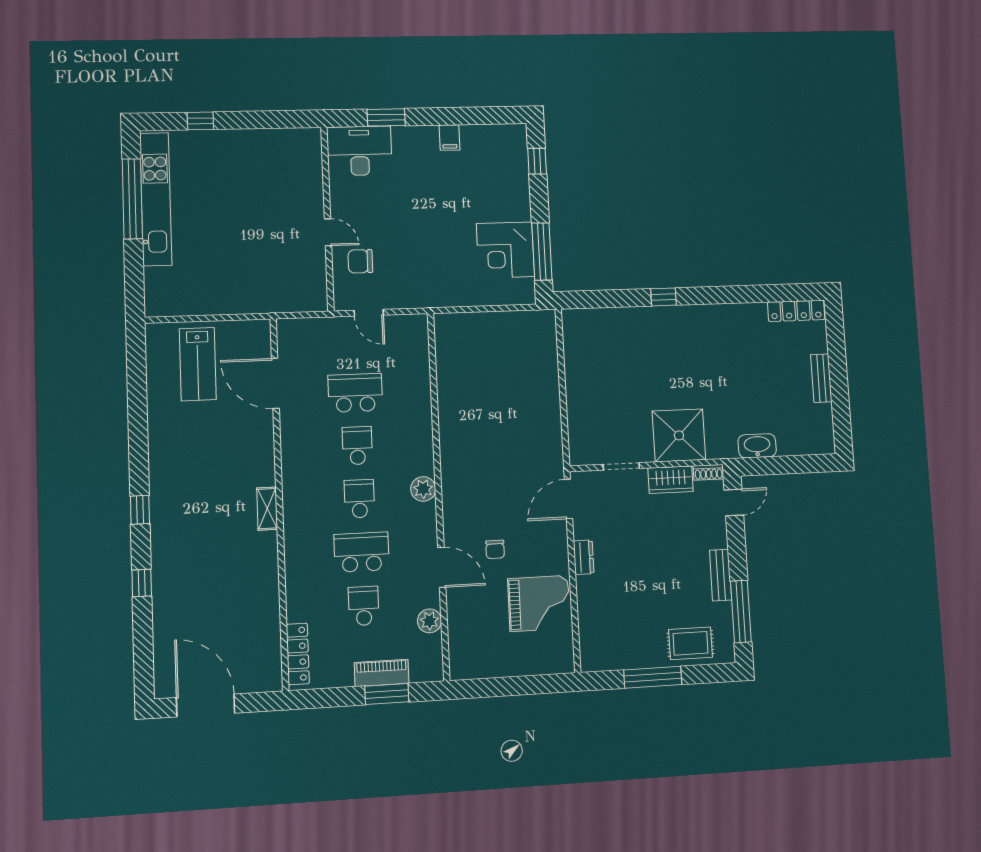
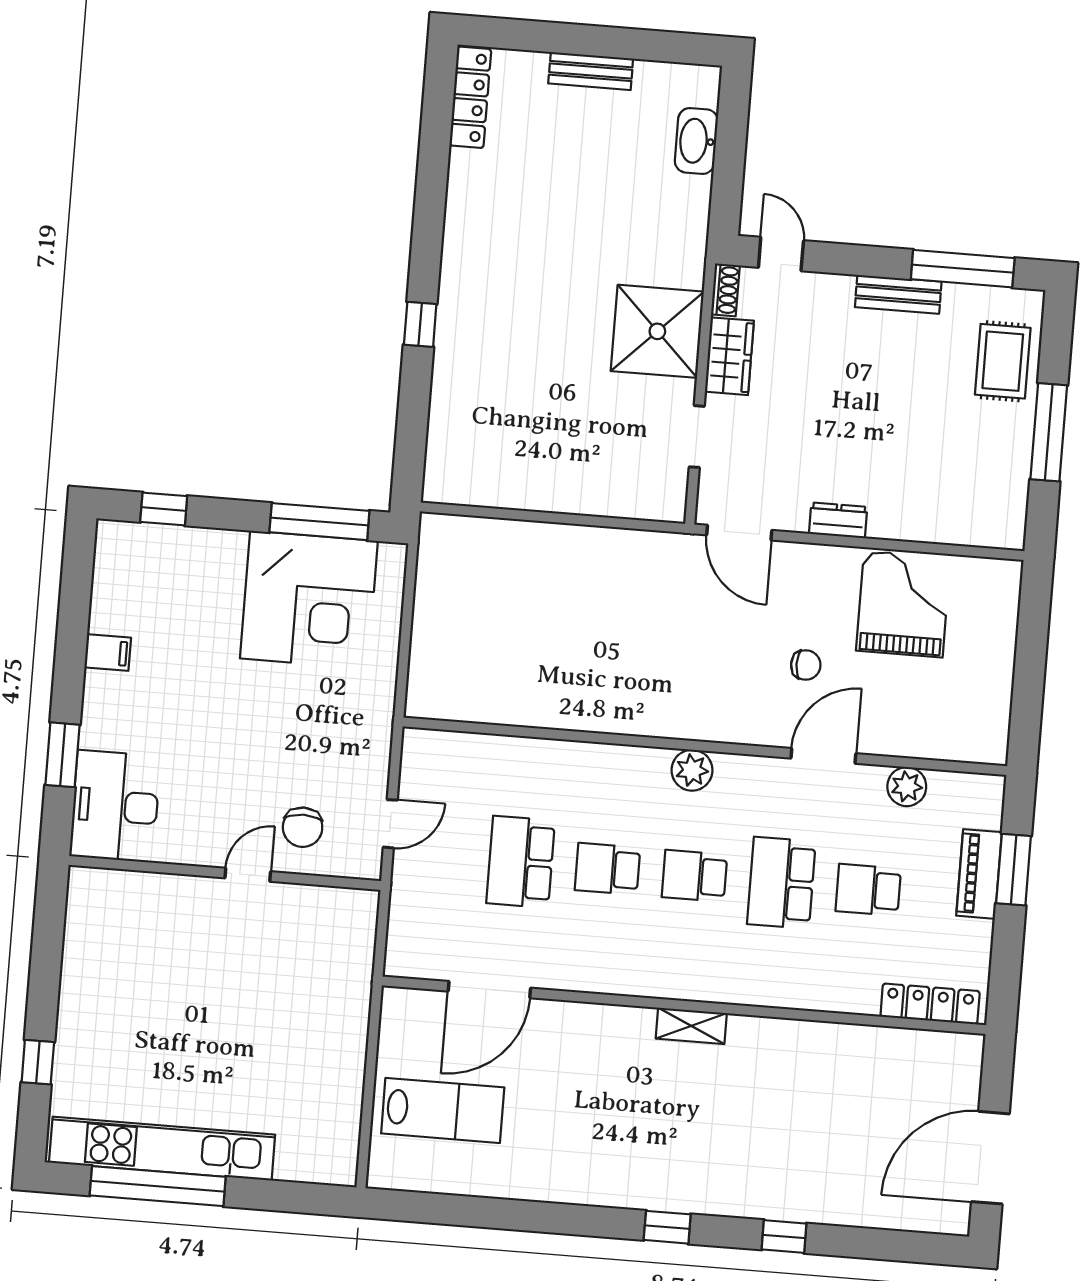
corner desk: (505, 250) -> (309, 600), width x1.36, depth x1.36
washbasin: (757, 446) -> (696, 141), moved

